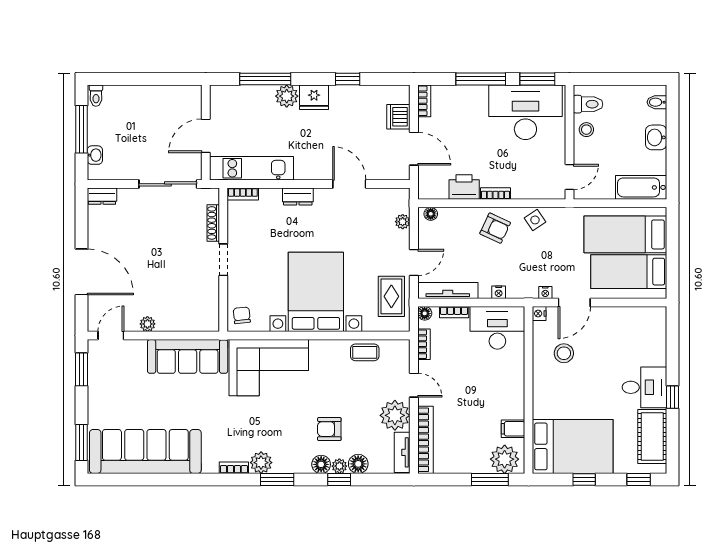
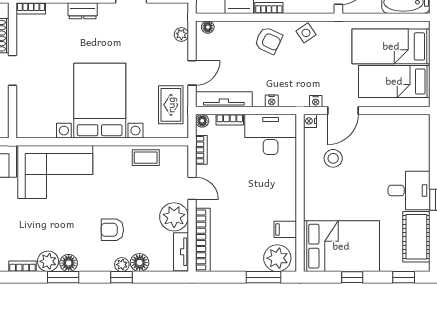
chair: (242, 315) -> (30, 123), removed
floor lamp: (321, 464) -> (69, 263), moved

